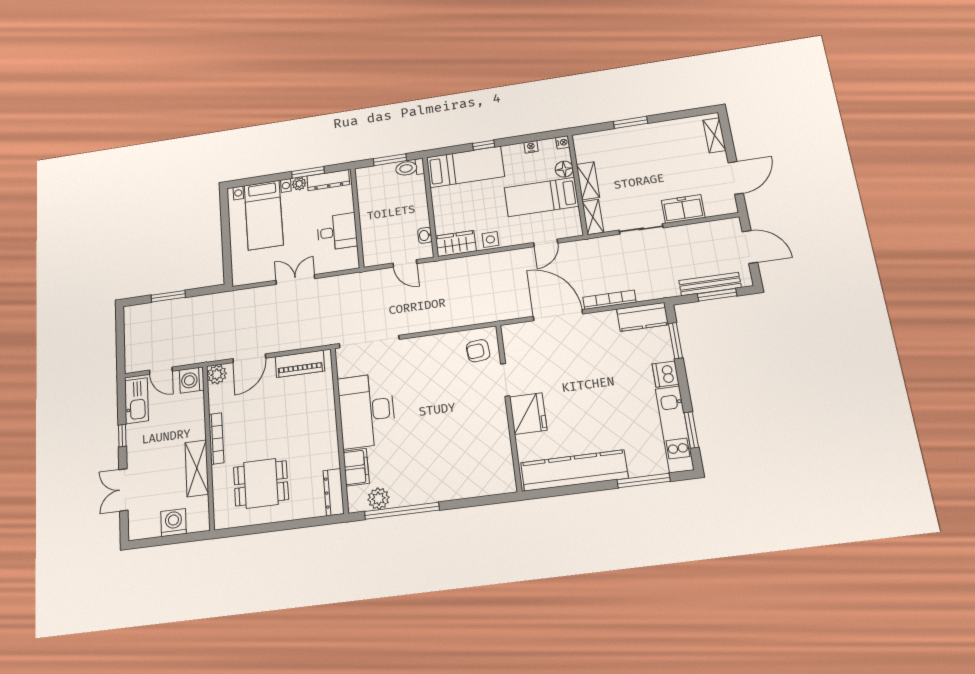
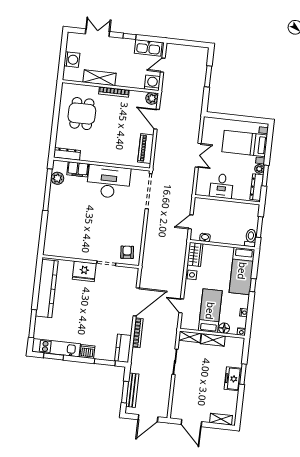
freezer: (683, 209) -> (233, 379), moved, turned 180

